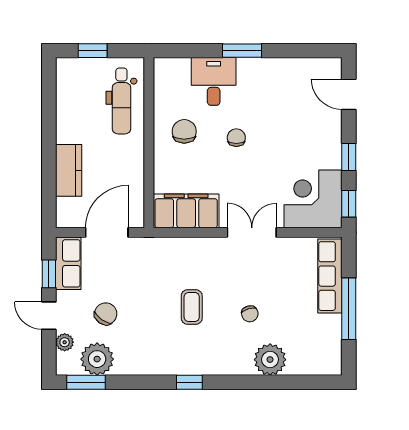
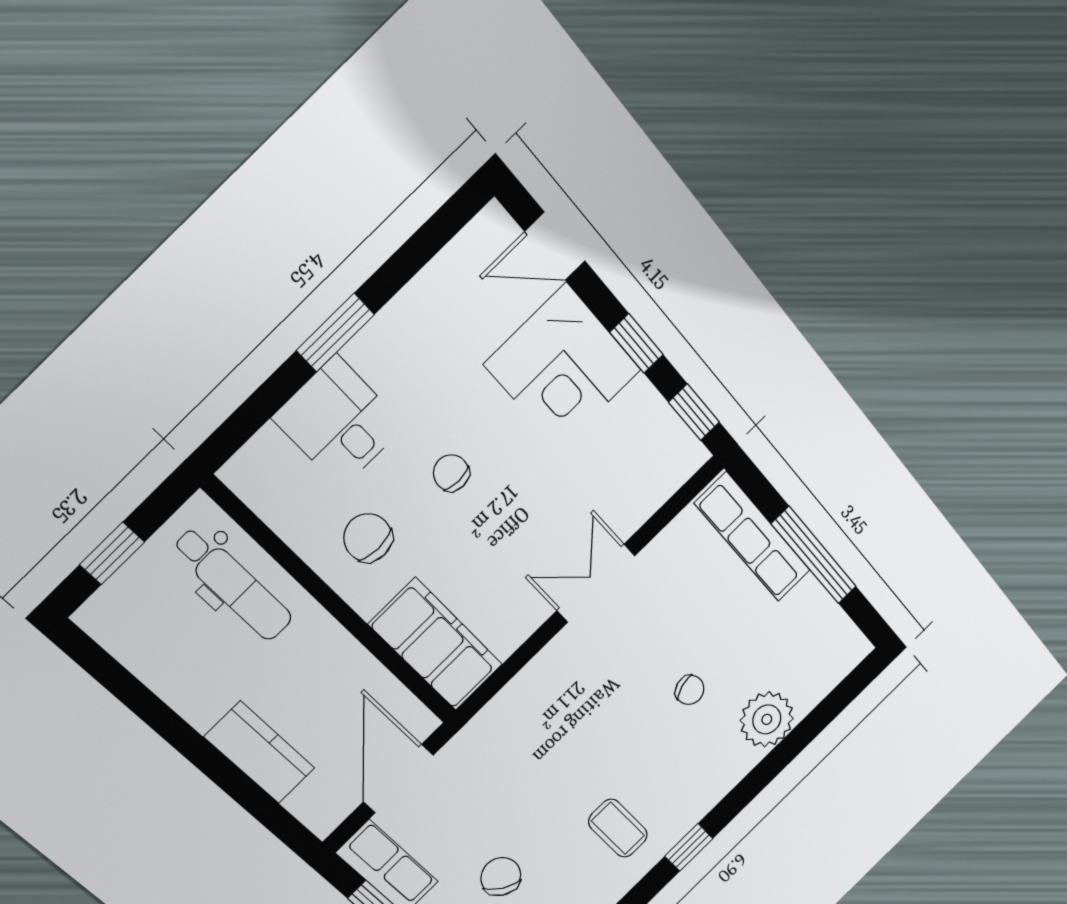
corner desk: (313, 199) -> (563, 367), moved, turned -90
filing cabinet: (186, 211) -> (436, 644), moved, turned 90
coffee table: (192, 307) -> (618, 828), moved

